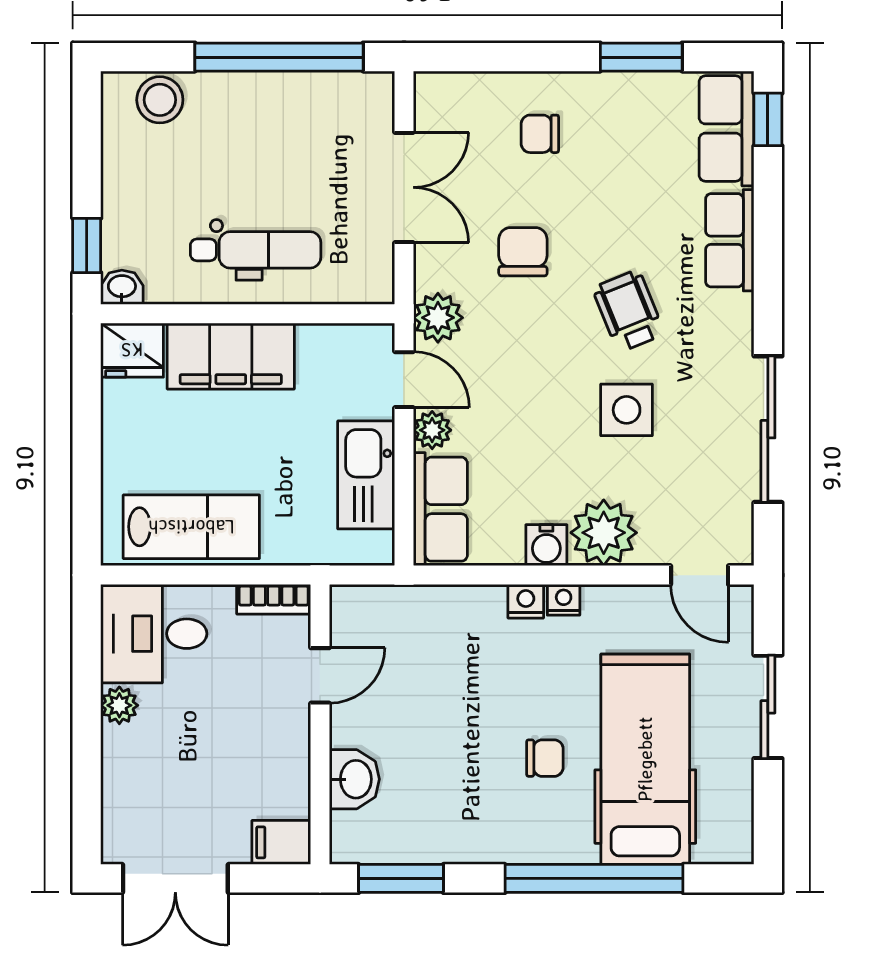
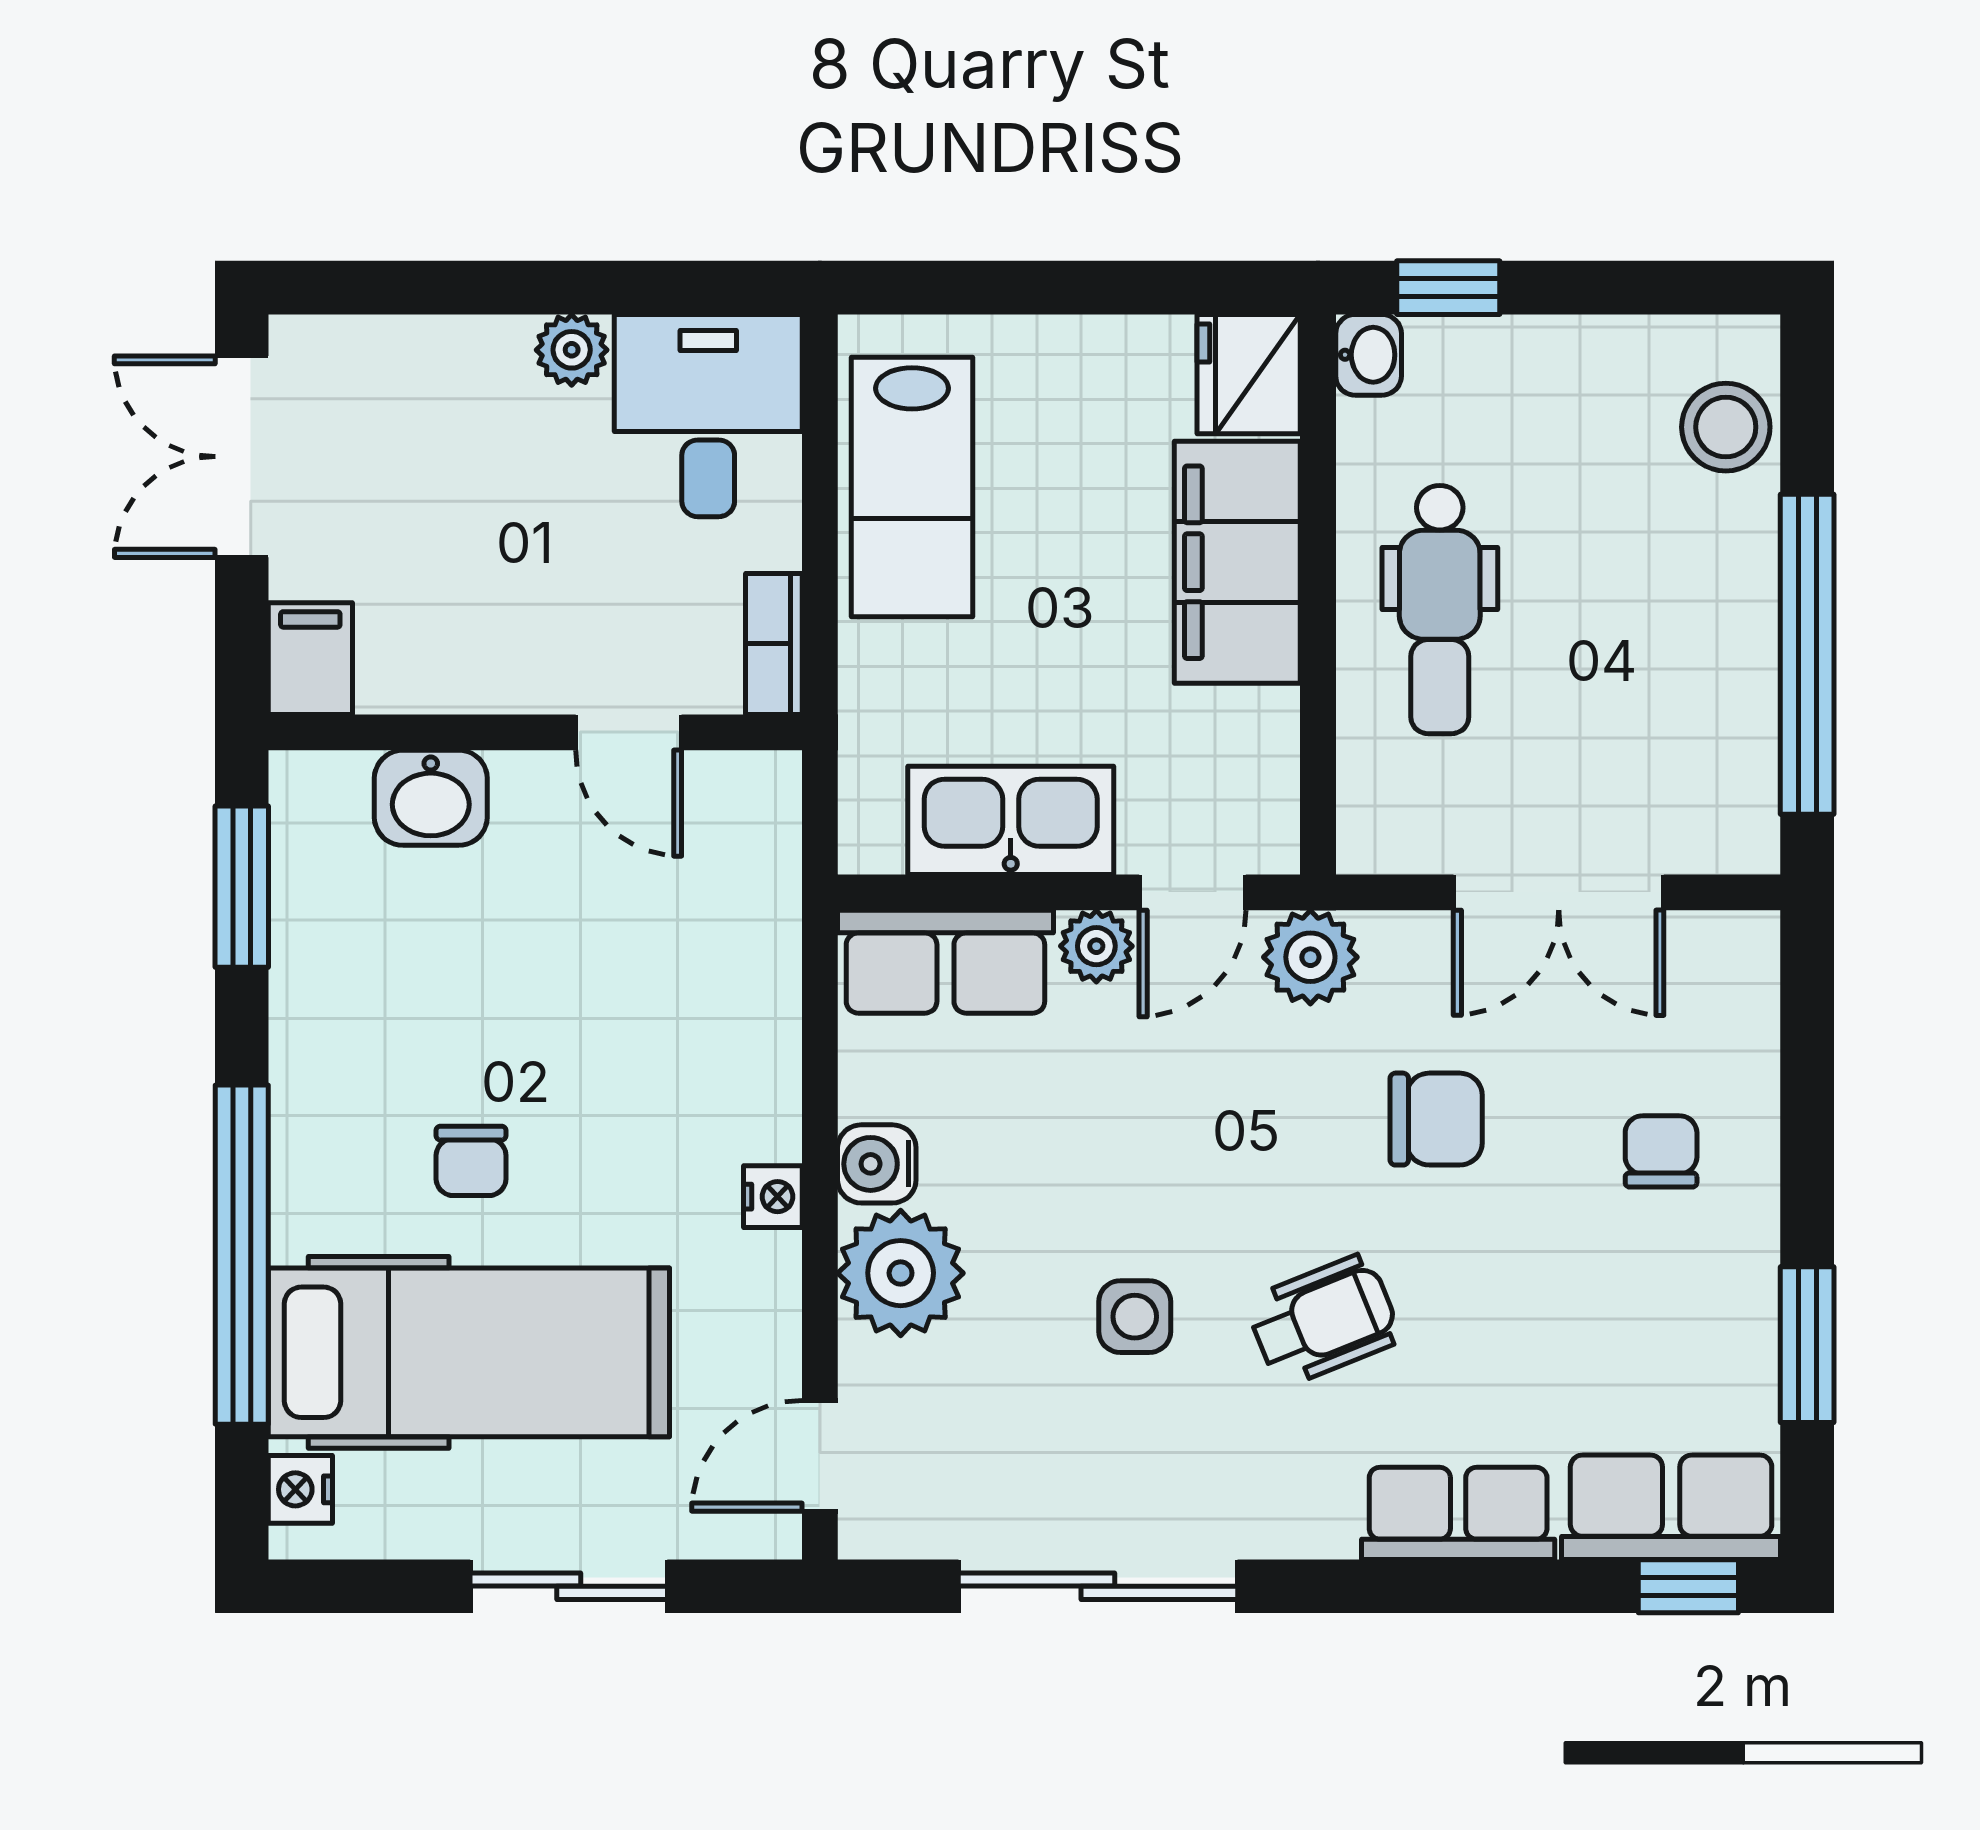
side table: (627, 410) -> (1135, 1317), width x0.73, depth x0.73
nightstand: (526, 601) -> (300, 1489), moved, turned 180

